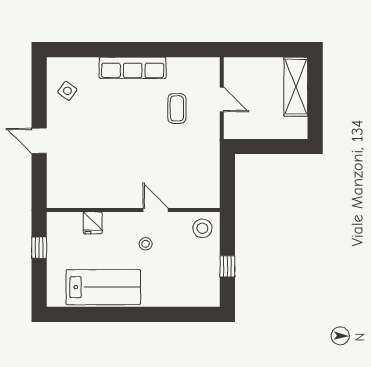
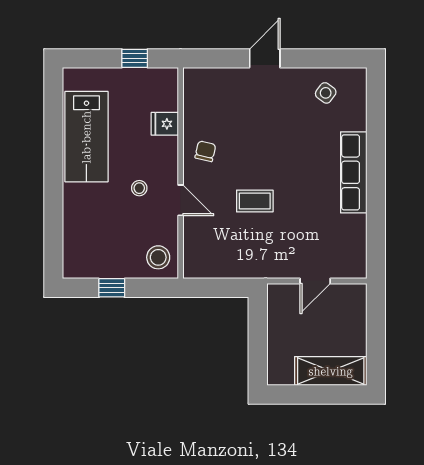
coffee table: (177, 108) -> (255, 201), moved
chair: (115, 190) -> (205, 151), added
door: (156, 210) -> (181, 200), hinge flipped

